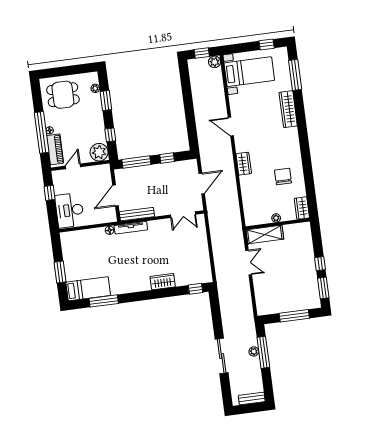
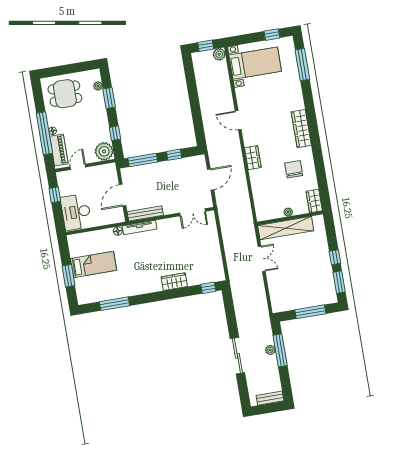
wardrobe: (288, 109) -> (301, 129), moved
shelving: (265, 234) -> (286, 228), width x1.47
bed: (88, 289) -> (93, 264), moved

